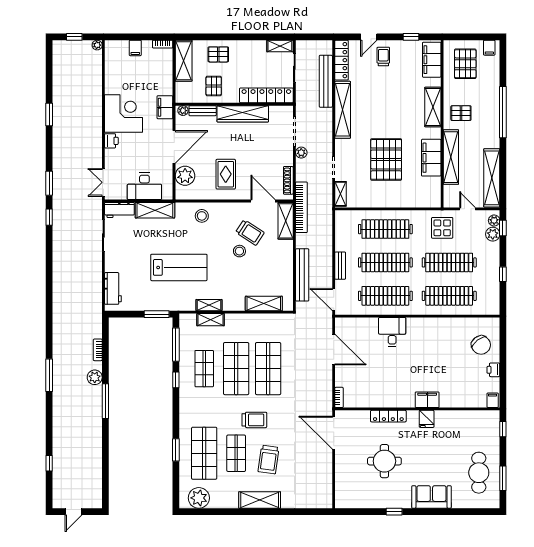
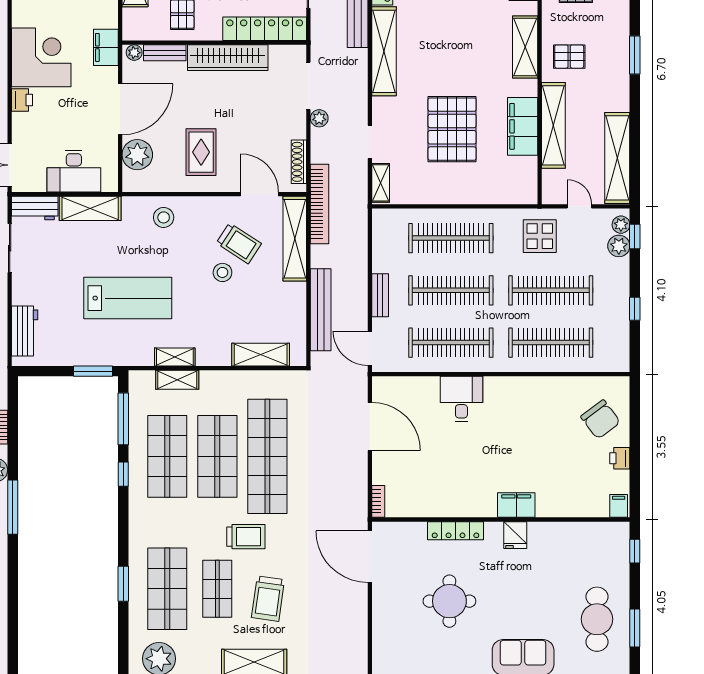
window: (503, 112) -> (635, 55), width x0.47
shelving: (286, 221) -> (295, 239), width x1.47
shop shelf: (204, 369) -> (167, 456), width x1.43, depth x1.36
shop shelf: (268, 369) -> (267, 456), width x1.40

